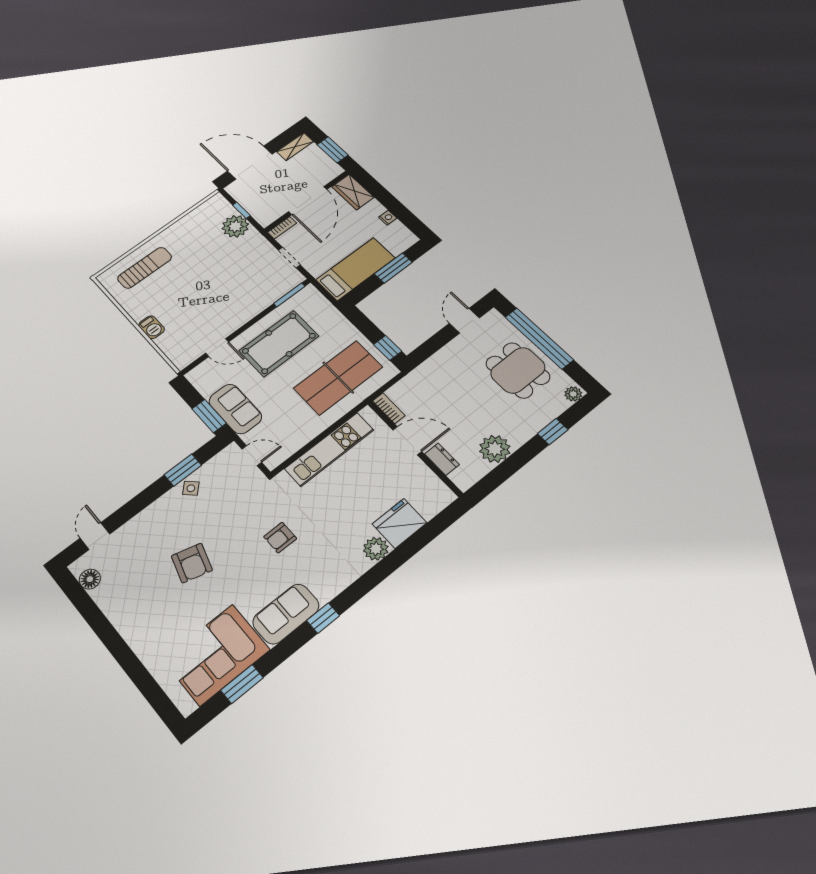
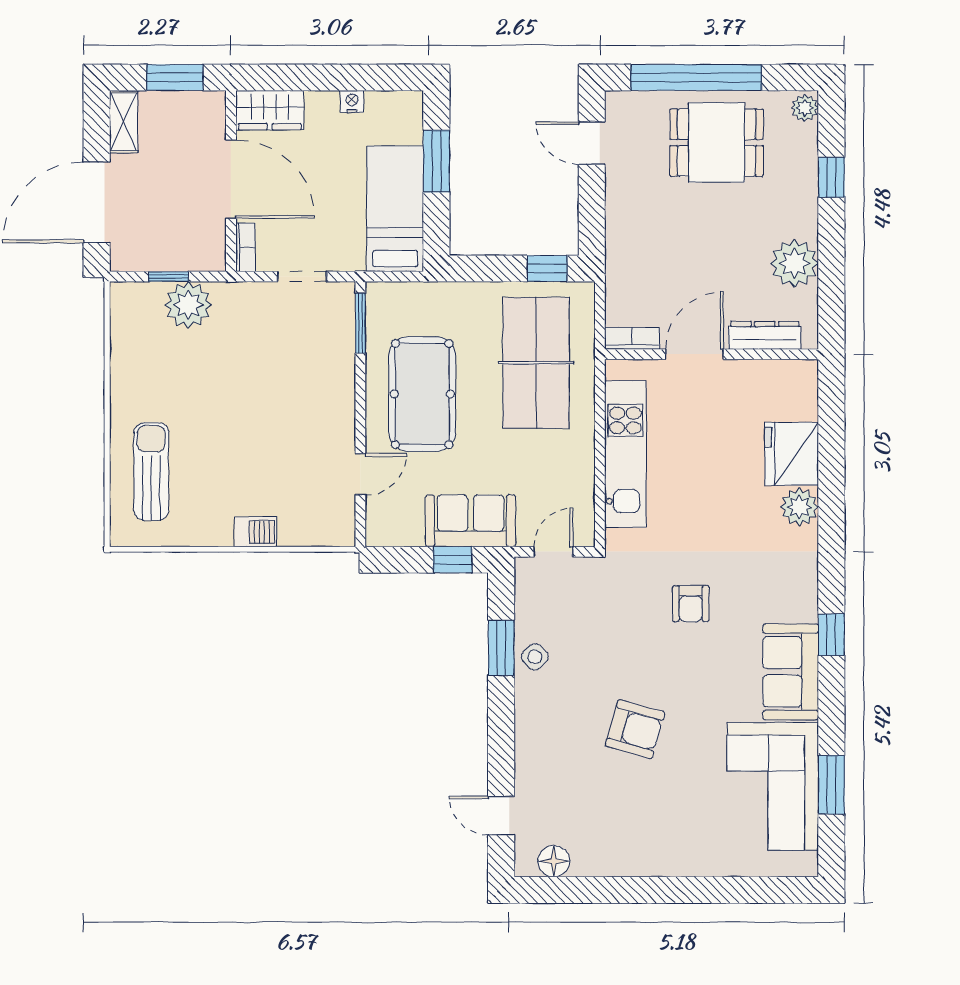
window: (209, 416) -> (453, 560), width x0.67
dresser: (442, 459) -> (765, 335), width x1.44

